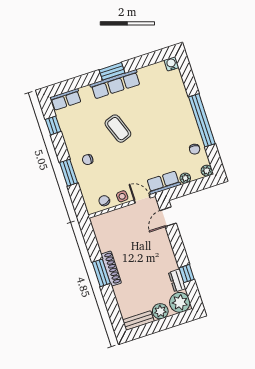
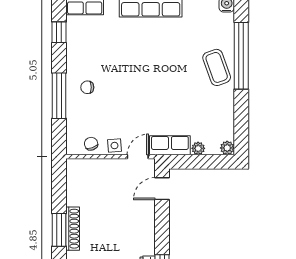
window: (202, 120) -> (241, 56), moved
coffee table: (118, 129) -> (217, 67), moved
chair: (195, 149) -> (221, 117), removed
window: (69, 173) -> (59, 96), width x1.44
door: (142, 199) -> (138, 157), hinge flipped

